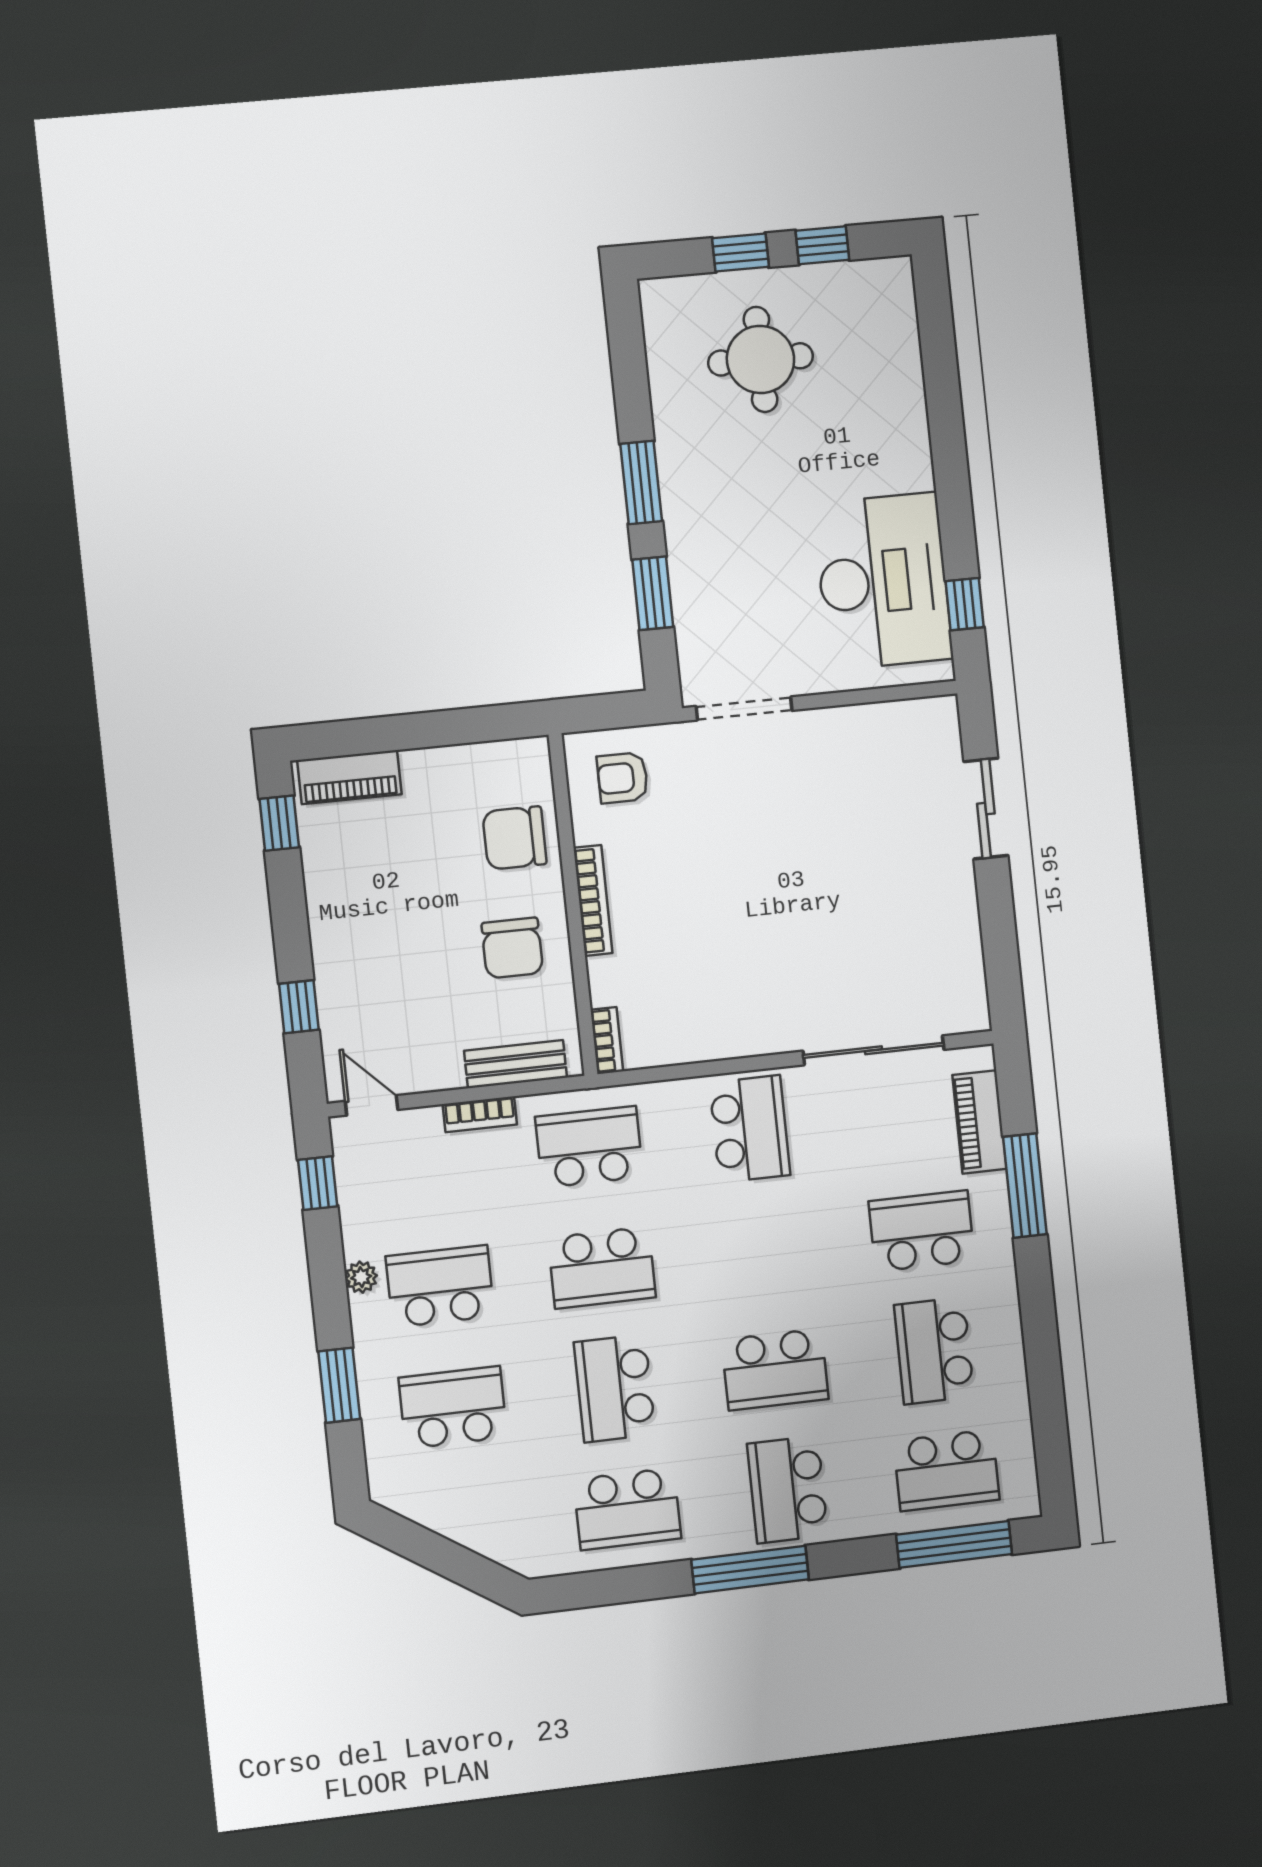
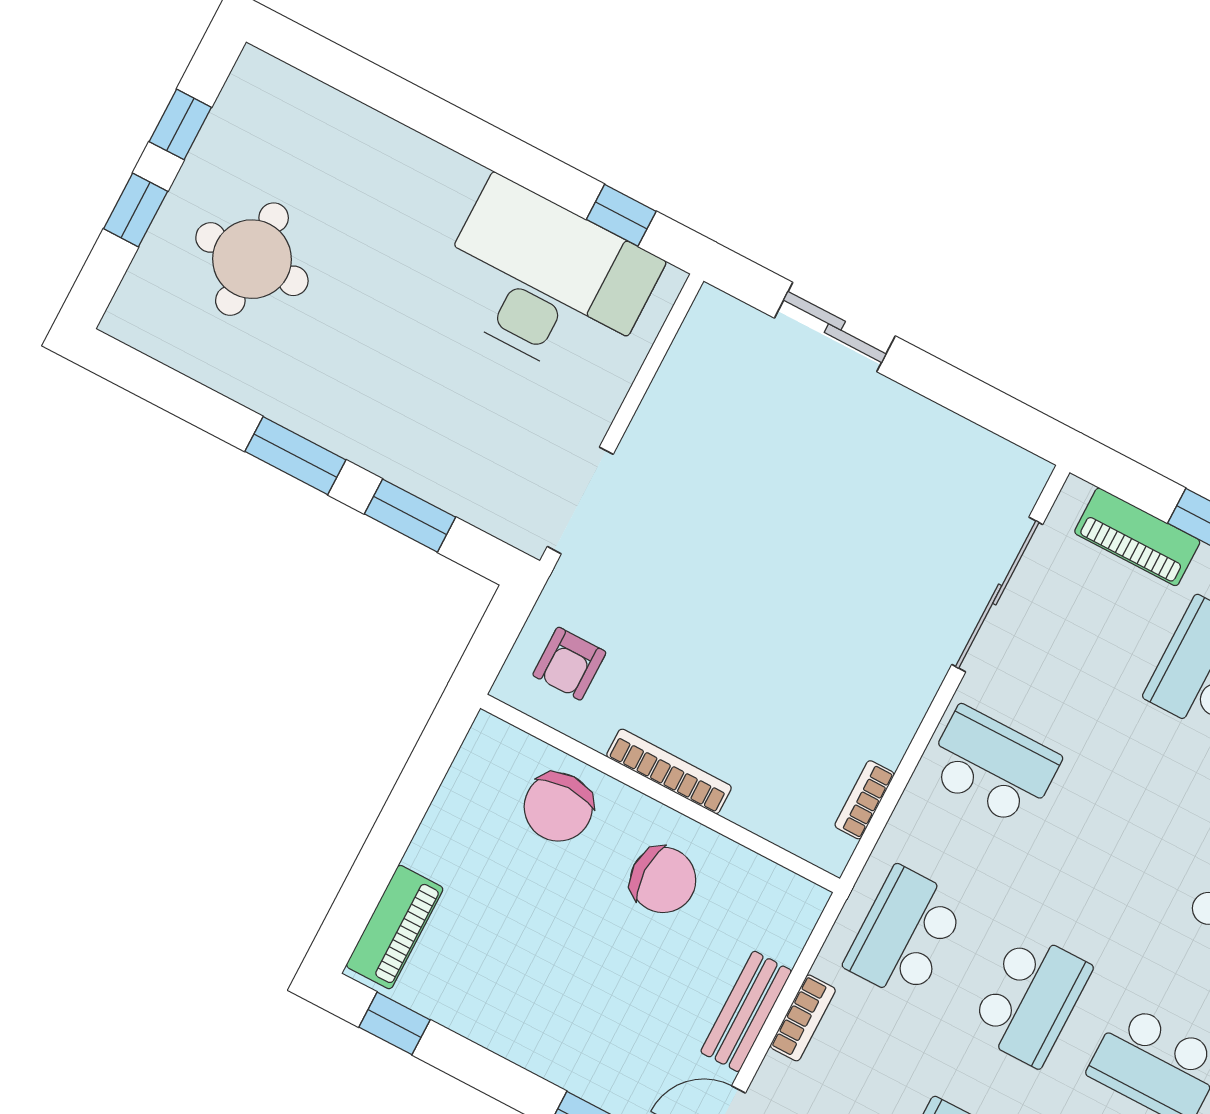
bookcase: (607, 1041) -> (864, 800), moved, turned -90
bench: (516, 1064) -> (746, 1011), moved

